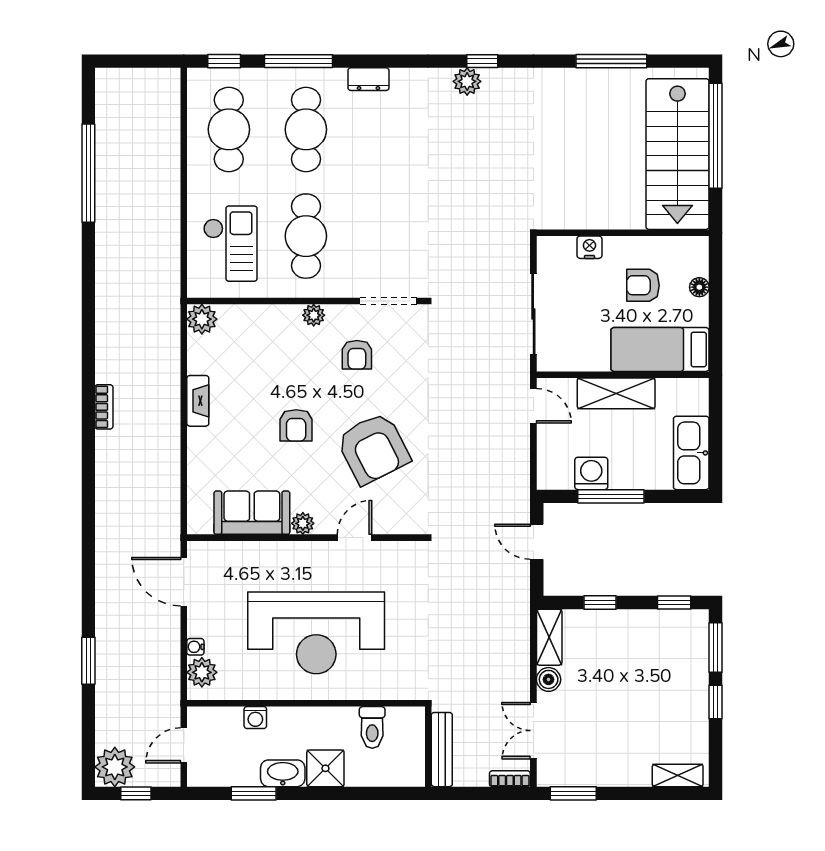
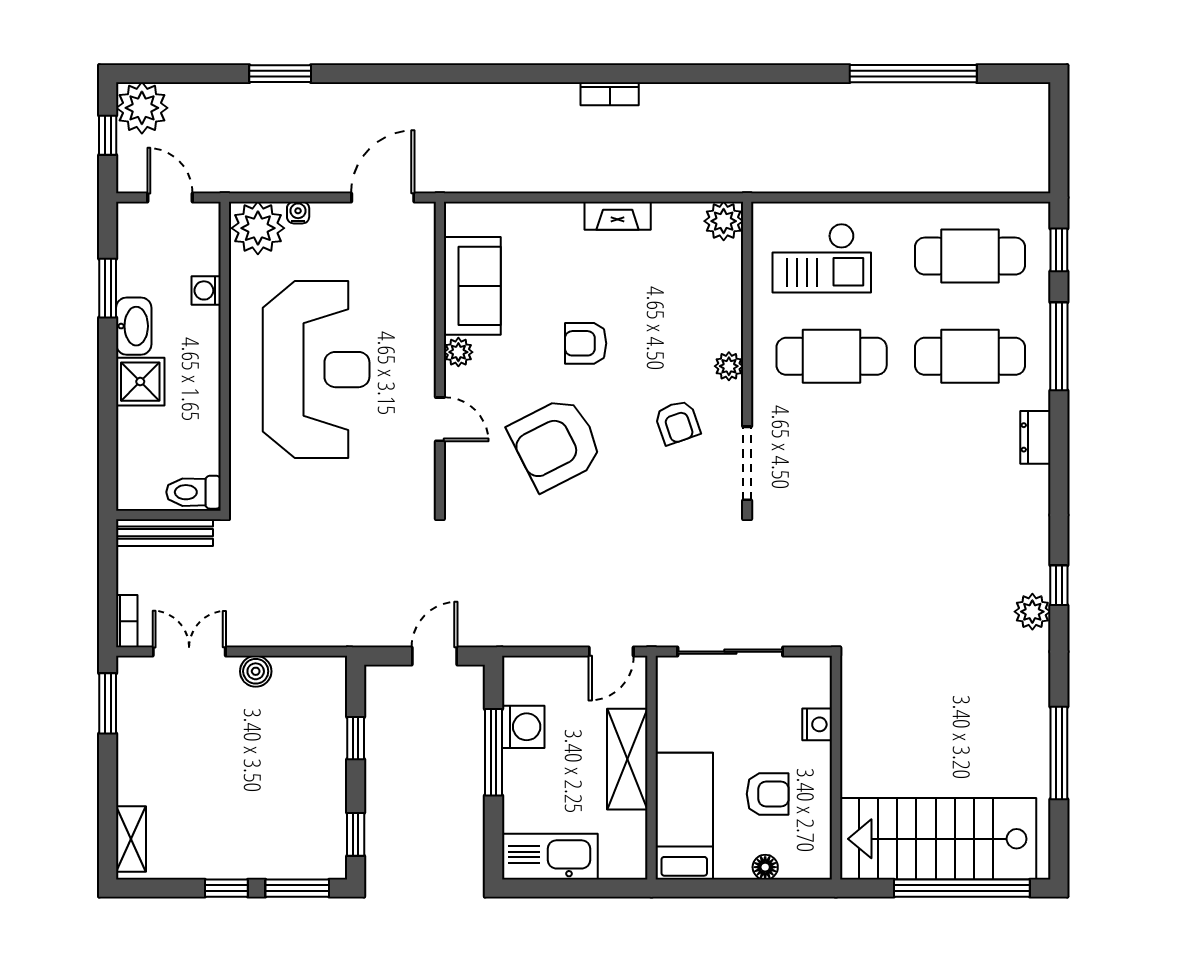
plant: (467, 81) -> (1032, 612), moved
armchair: (643, 285) -> (768, 794), turned 90
armchair: (357, 355) -> (677, 422), turned -109
reception desk: (316, 633) -> (316, 370), turned 180
shelving: (549, 637) -> (311, 672), removed
plant: (202, 672) -> (258, 228), width x1.36, depth x1.36
toilet: (372, 727) -> (193, 492), moved

